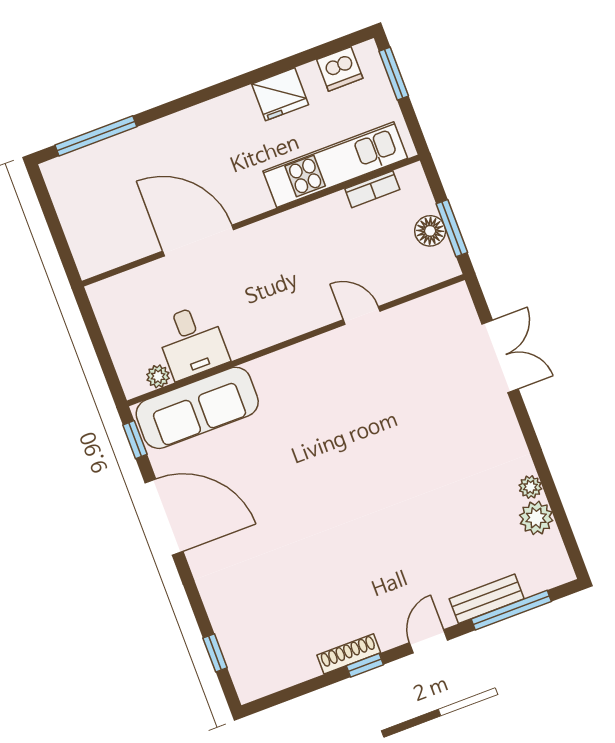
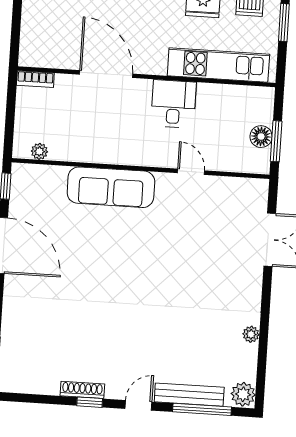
bookcase: (372, 189) -> (35, 79), moved
desk: (192, 342) -> (173, 104), moved, turned 180
sofa: (197, 408) -> (111, 187), moved
plant: (536, 518) -> (243, 394), moved
bench: (487, 599) -> (189, 395), width x1.36

